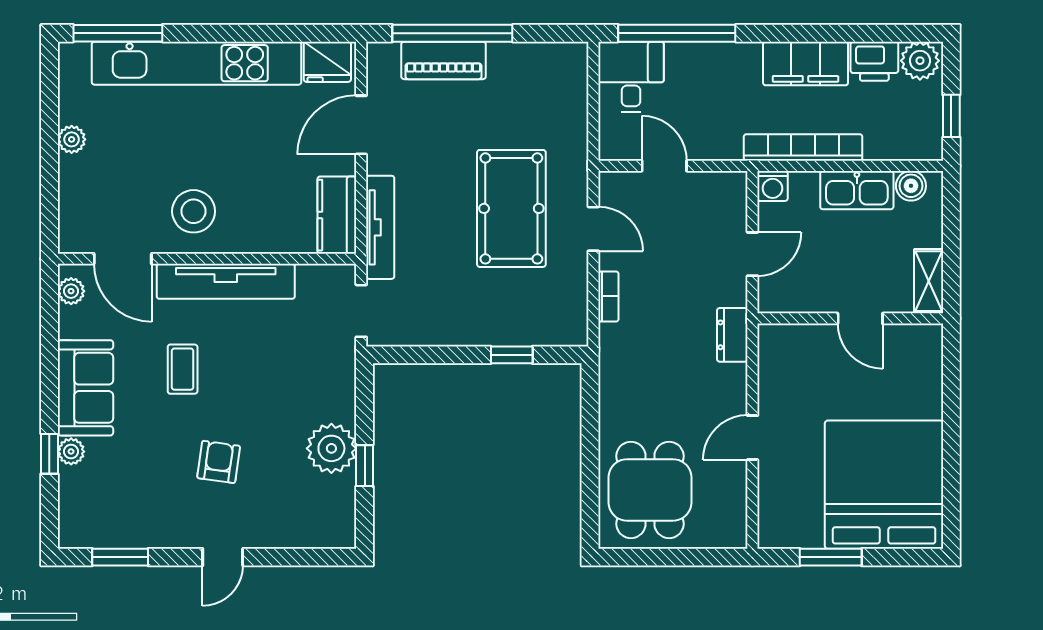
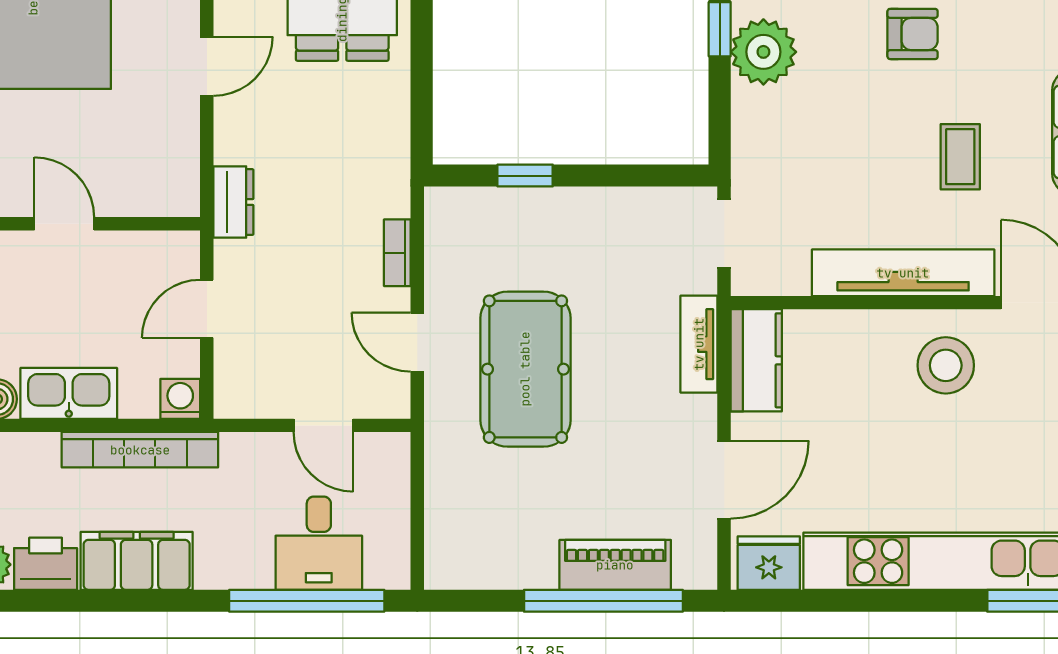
desk: (631, 77) -> (319, 543), moved
tv unit: (380, 227) -> (699, 344), width x0.71
armchair: (219, 462) -> (913, 34), turned -98

